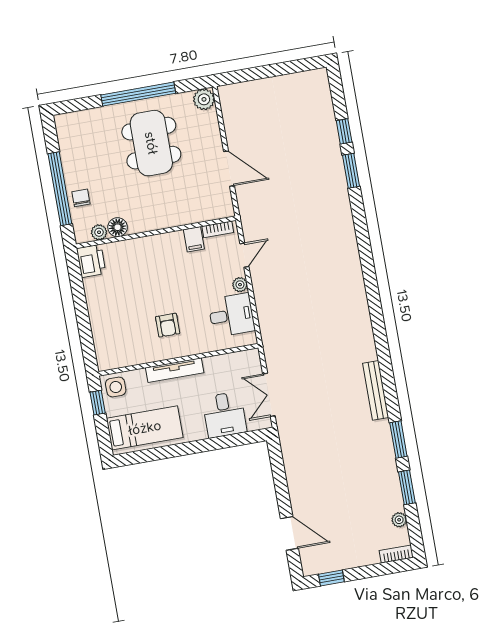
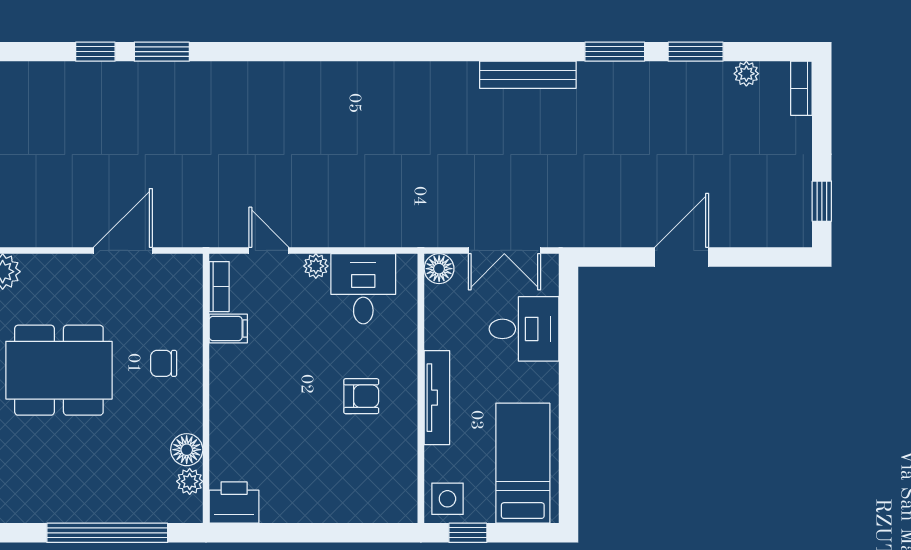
chair: (81, 198) -> (164, 363), moved
floor lamp: (251, 358) -> (439, 269), added
door: (289, 533) -> (682, 257), moved

